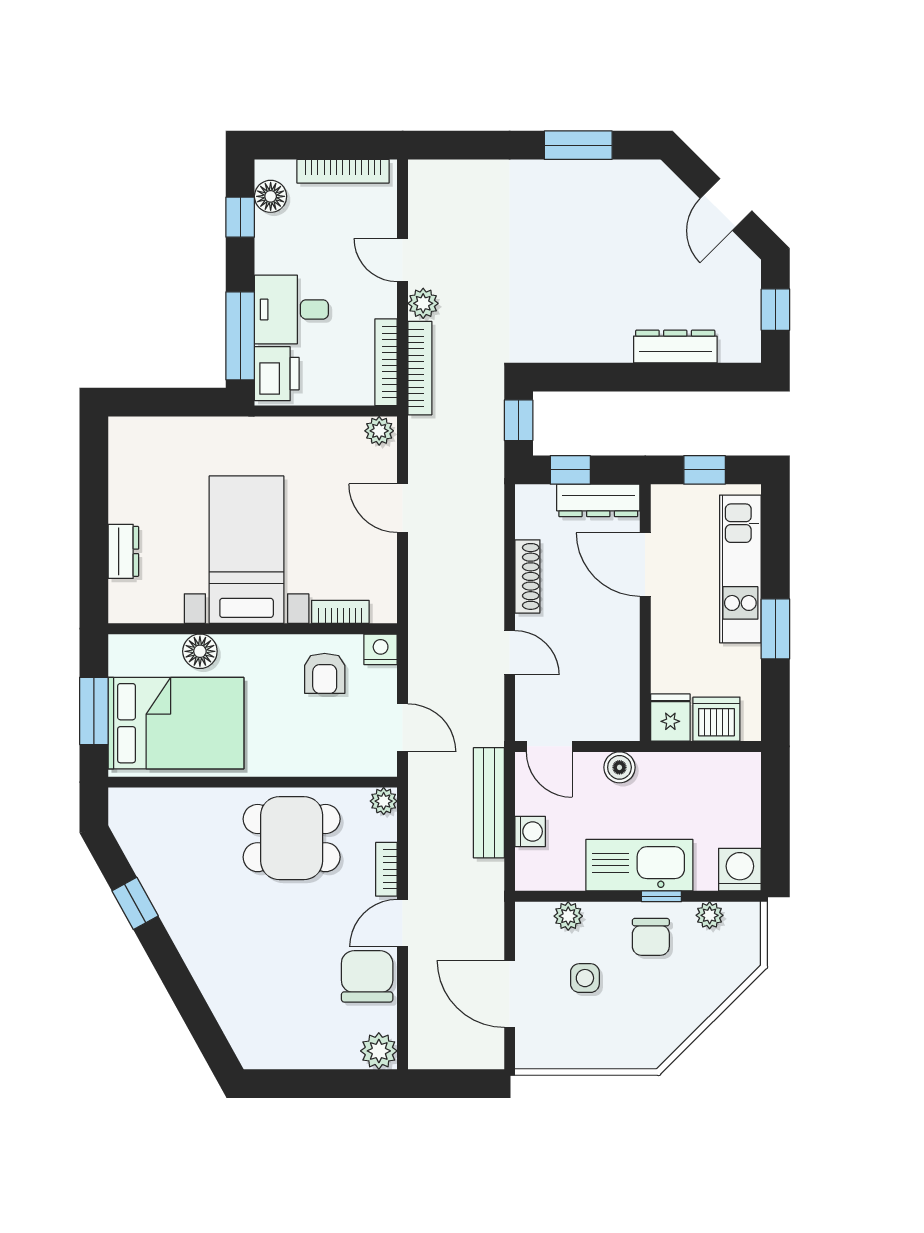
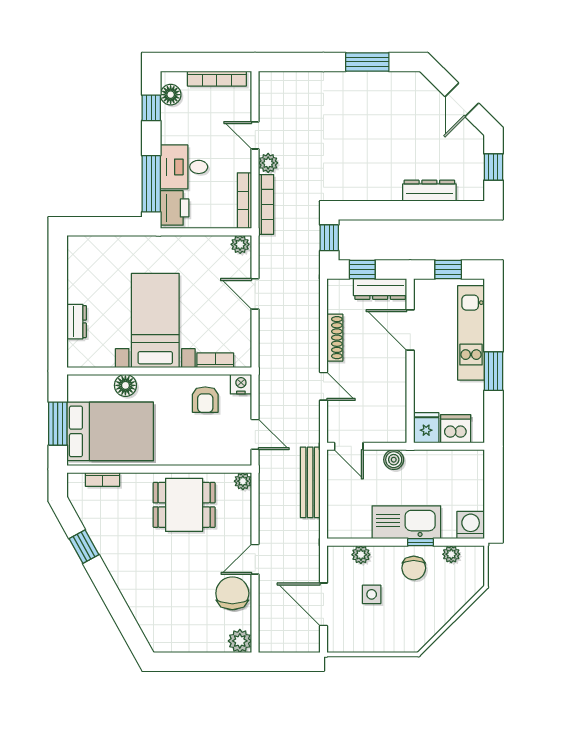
washing machine: (530, 831) -> (337, 501), removed
bookcase: (386, 869) -> (103, 479), moved, turned -90

